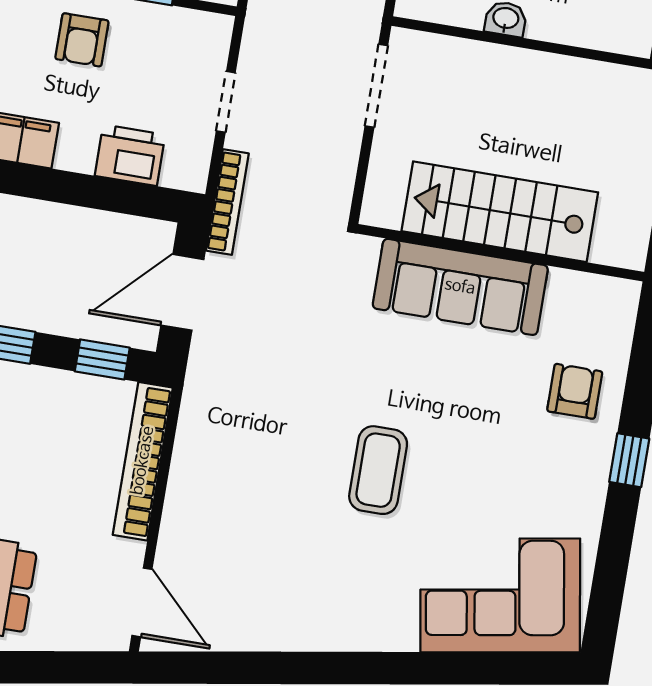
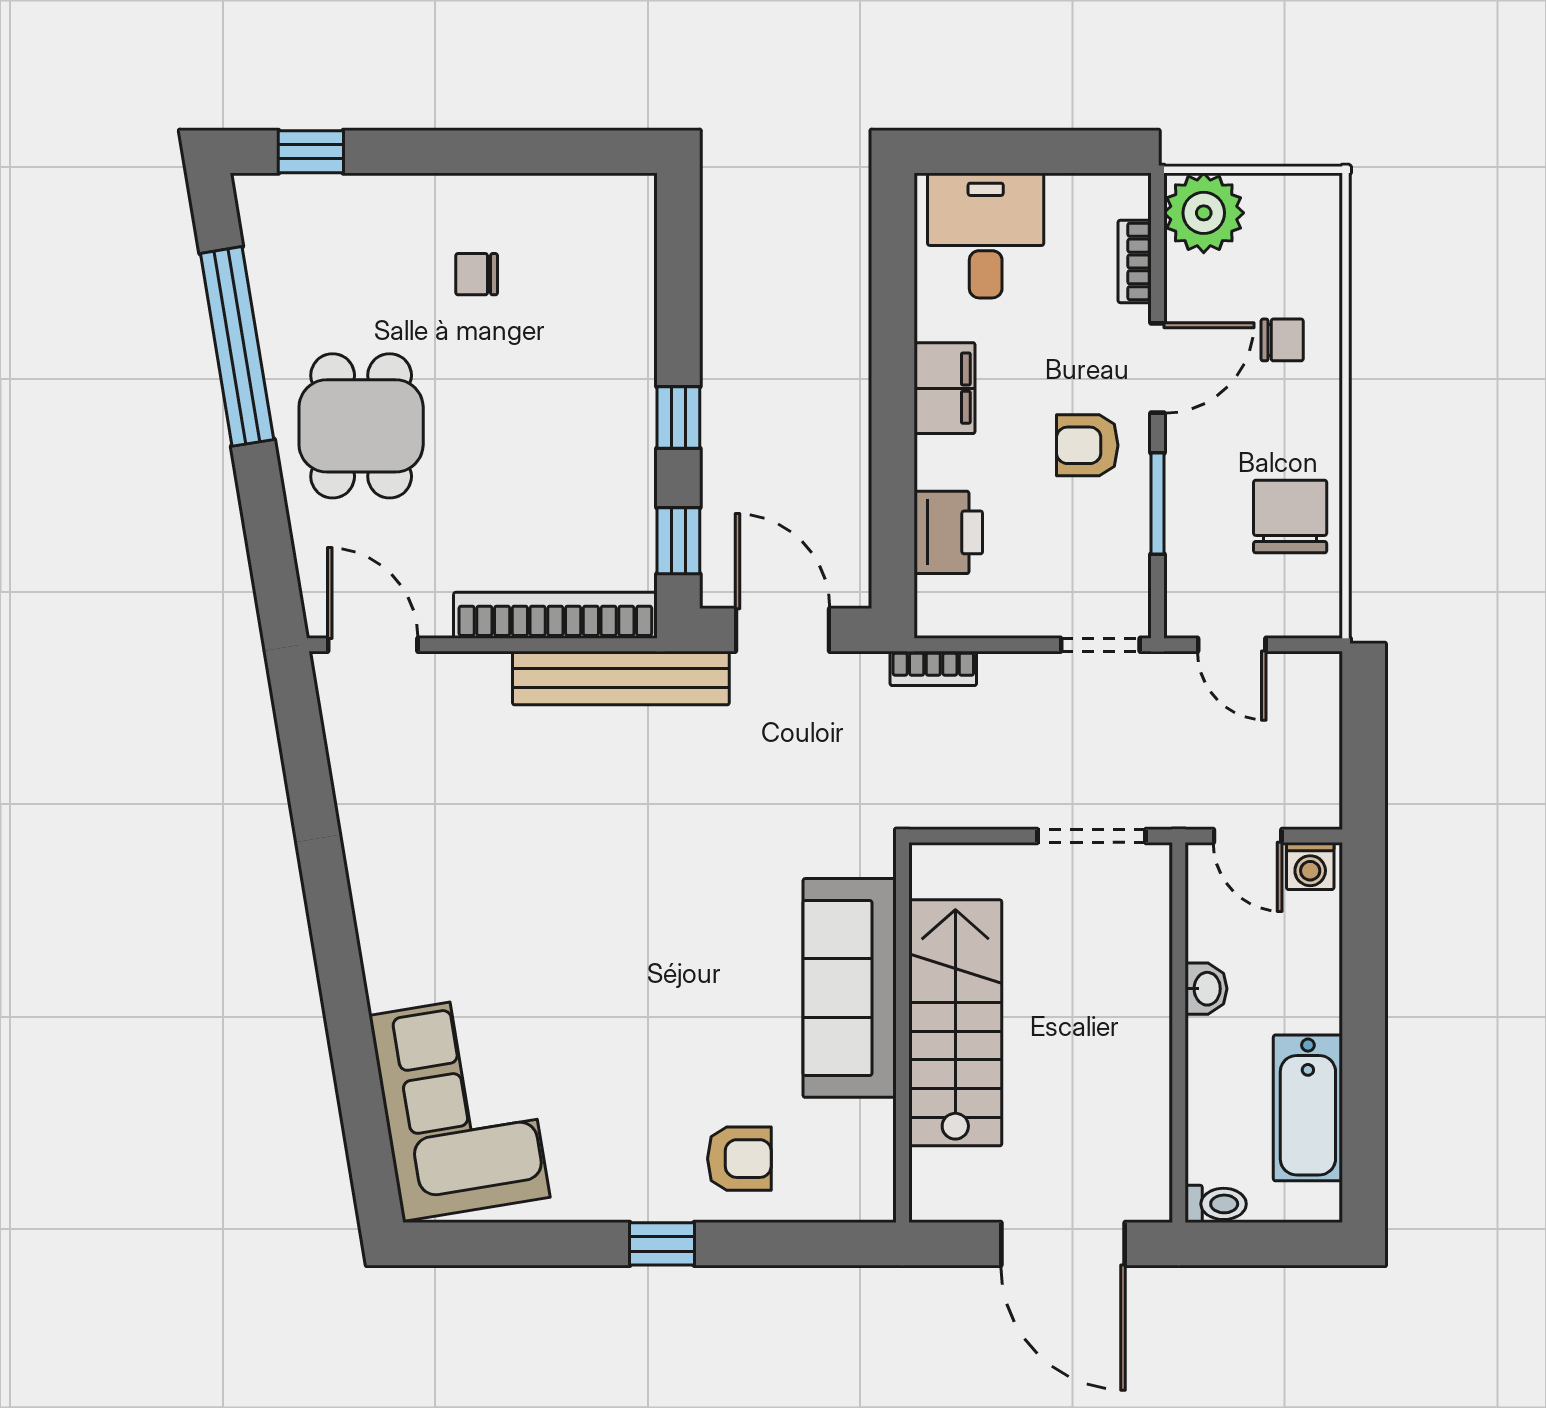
doorway: (226, 102) -> (1100, 645), moved
bookcase: (227, 202) -> (933, 668), width x0.64
bench: (198, 420) -> (621, 678), added
coffee table: (378, 470) -> (595, 921), removed
door: (142, 602) -> (373, 645), swing flipped

